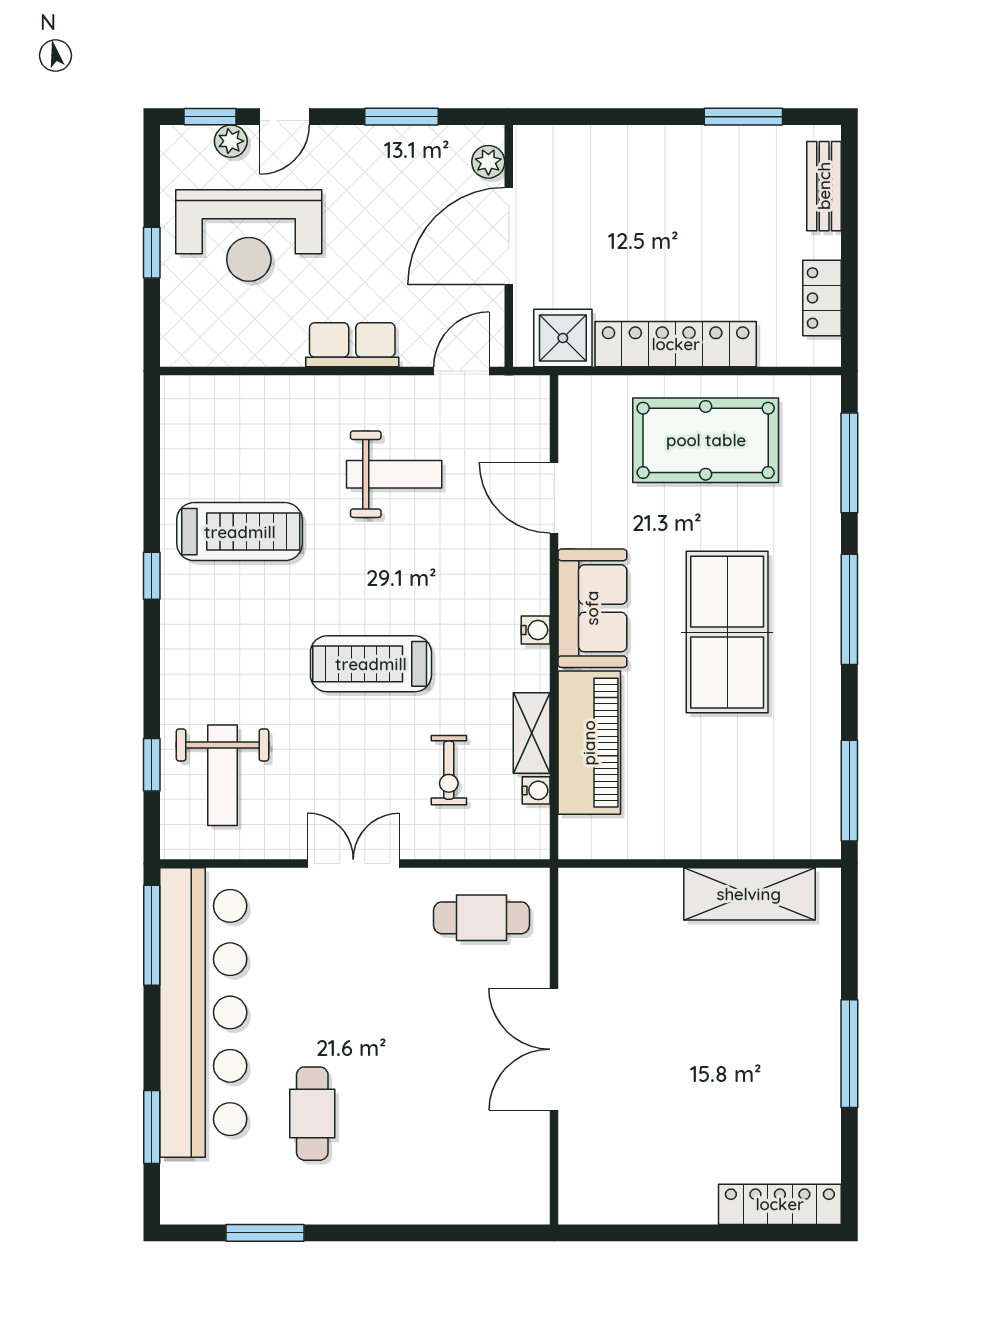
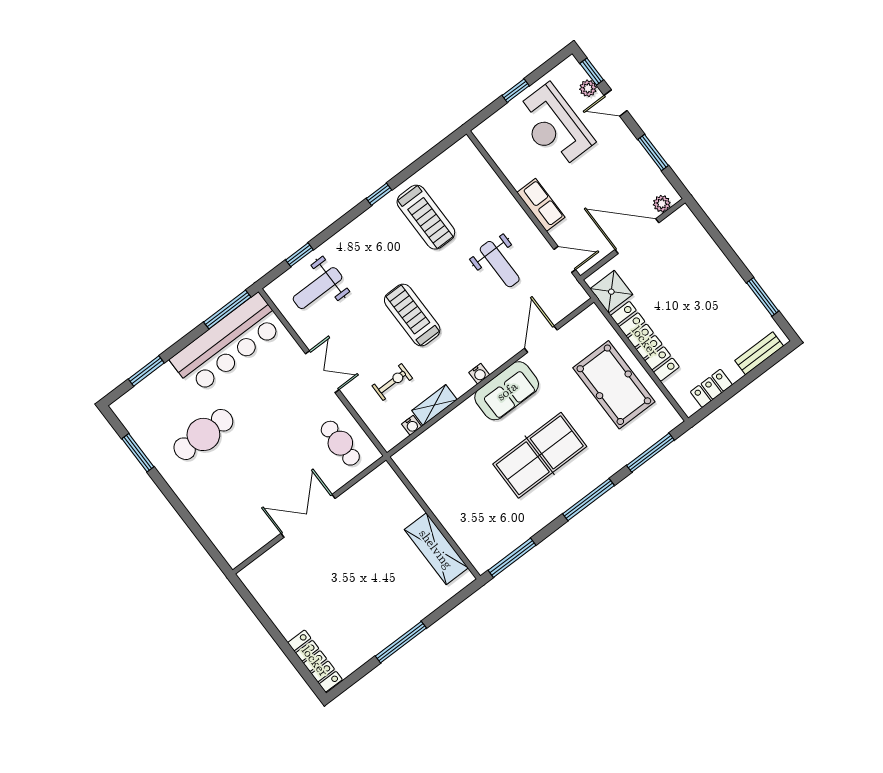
piano: (589, 743) -> (449, 432), removed
exercise bike: (449, 770) -> (392, 382), turned 180
bar counter: (203, 1012) -> (227, 344), width x0.73
cafe table: (312, 1114) -> (203, 434), width x1.37, depth x1.35

